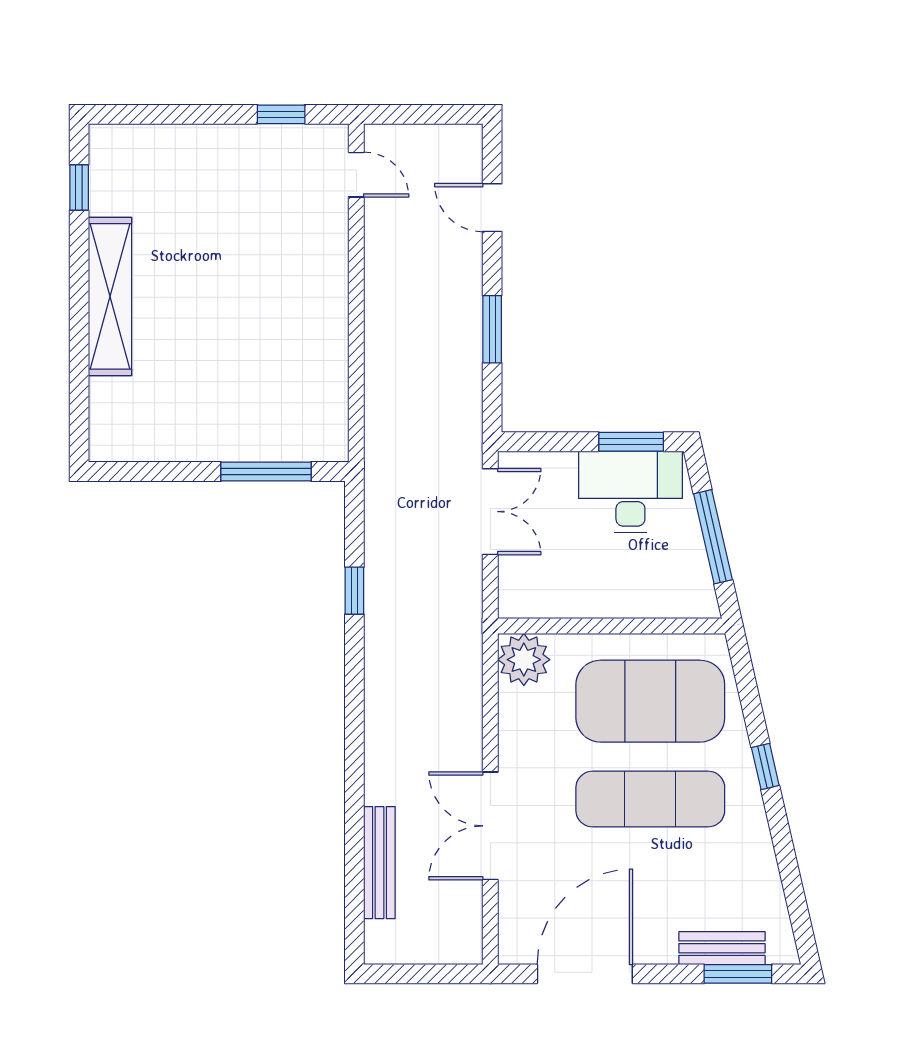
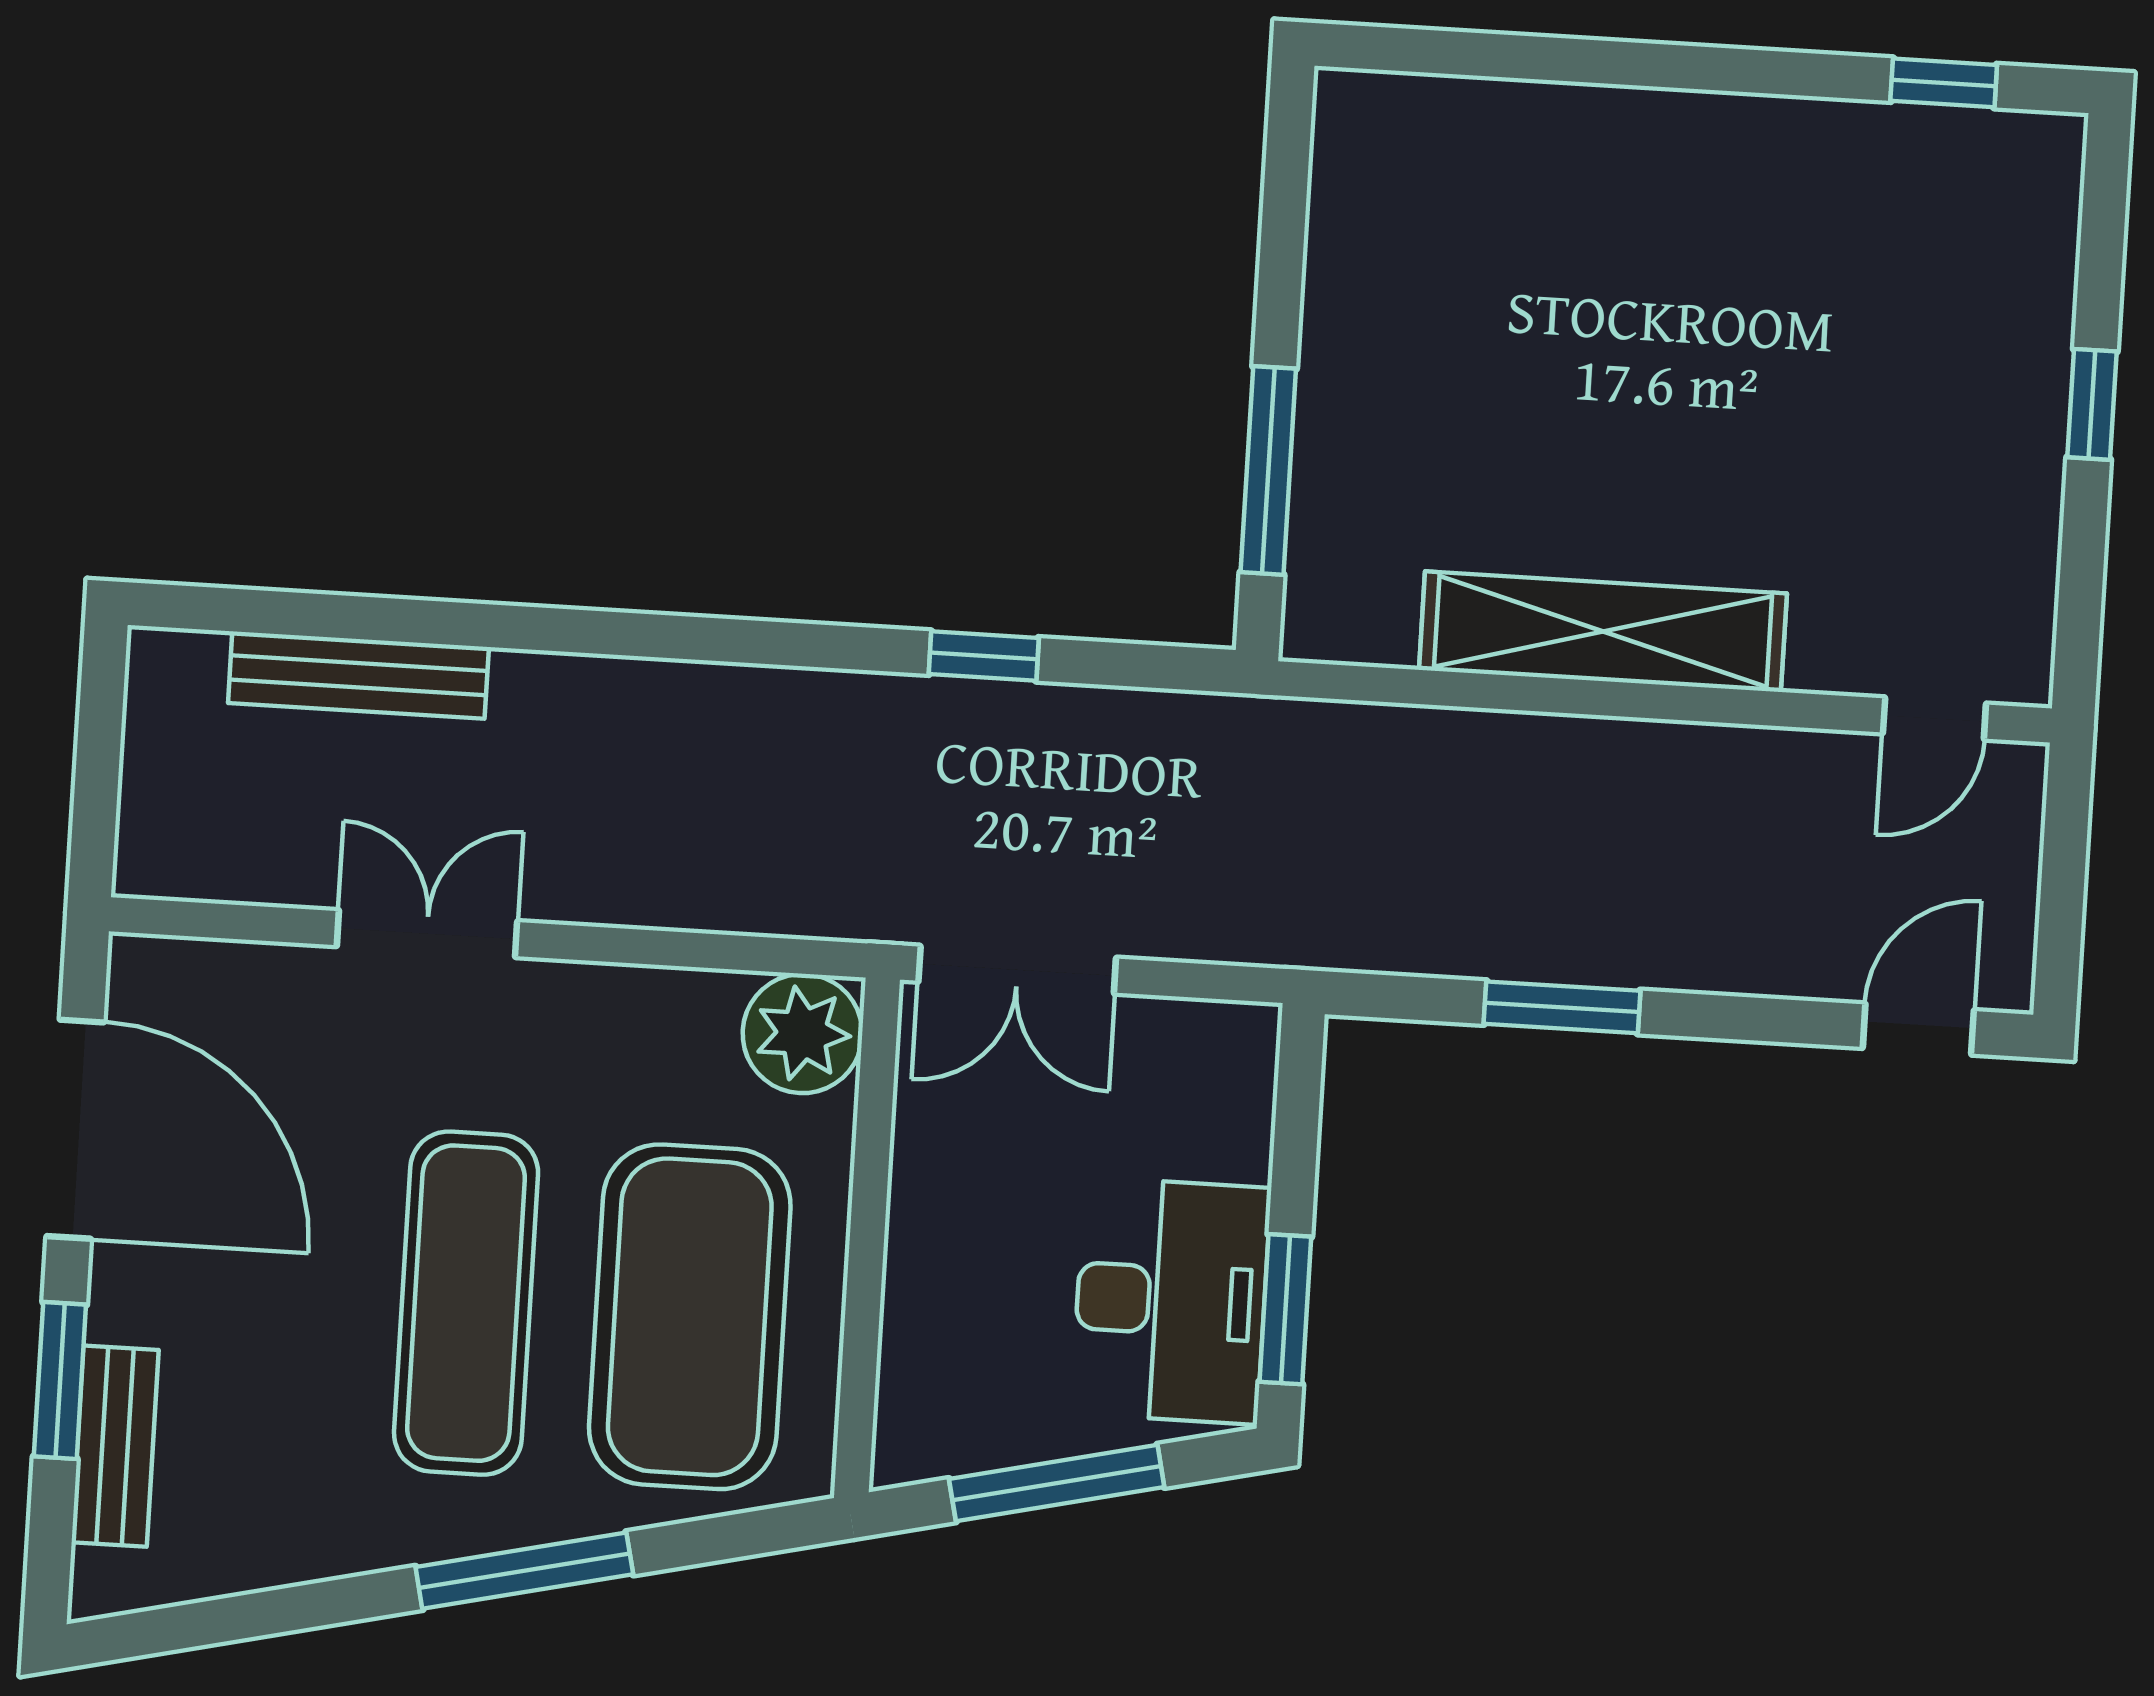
window: (281, 114) -> (2092, 404), moved
door: (492, 208) -> (1918, 1029), moved
shelving: (110, 296) -> (1603, 632), moved
double door: (490, 512) -> (1017, 970), moved
window: (765, 766) -> (524, 1571), width x2.17
double door: (490, 826) -> (427, 934), width x0.73
window: (738, 974) -> (60, 1381), moved

